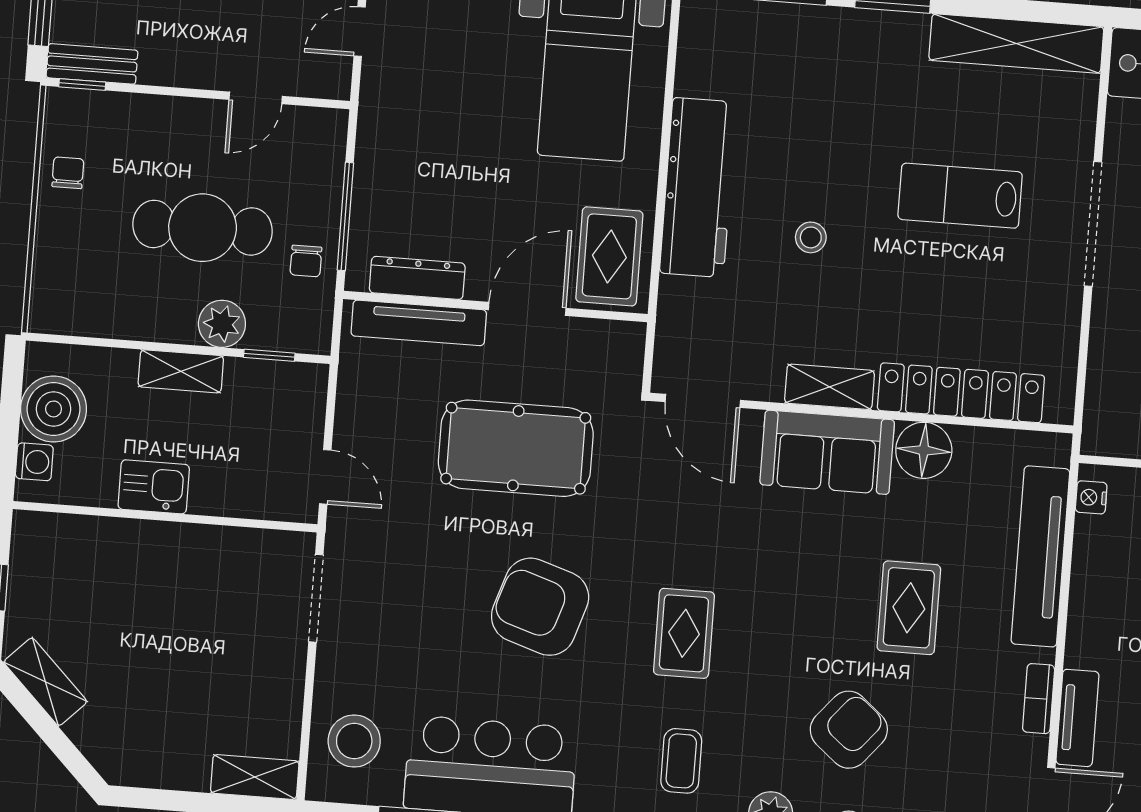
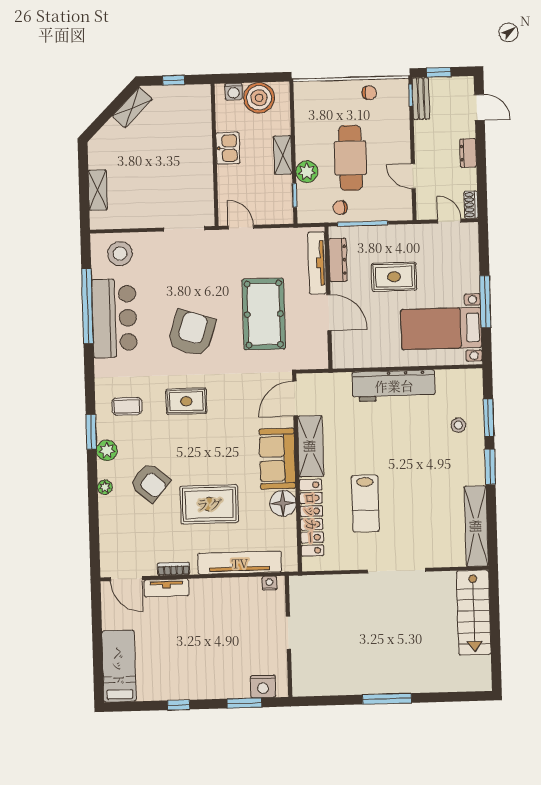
lab bench: (960, 196) -> (365, 503), moved, turned 180
stool: (811, 237) -> (458, 425), moved
rug: (609, 256) -> (394, 277), moved
shelving: (830, 387) -> (310, 446), width x1.50, depth x1.33
door: (325, 477) -> (241, 227), swing flipped
rug: (909, 608) -> (209, 504), width x1.36, depth x1.43
shelving: (255, 777) -> (98, 190), moved

